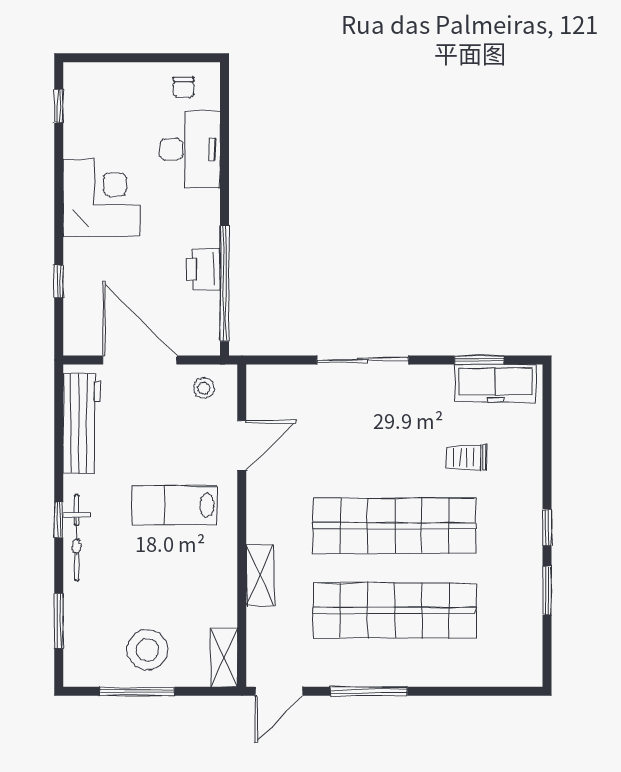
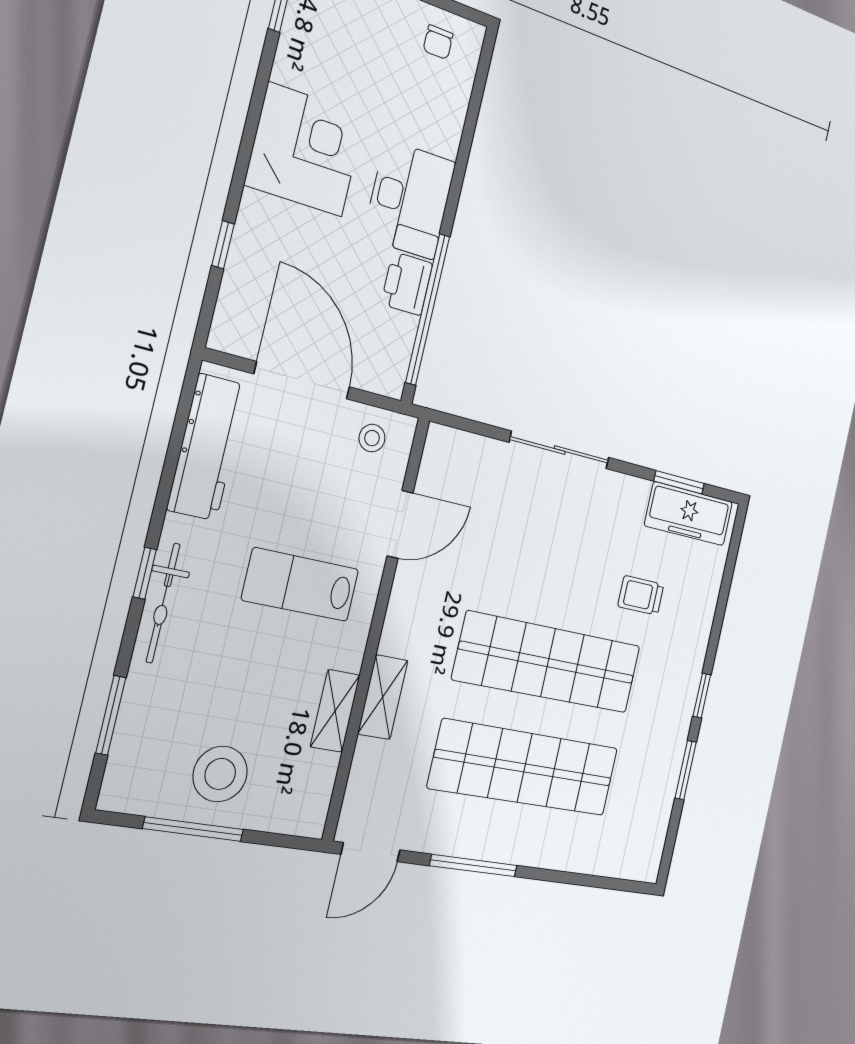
desk: (190, 149) -> (410, 200), moved
shelving: (224, 658) -> (335, 711), moved

